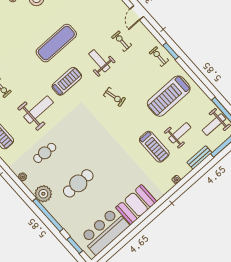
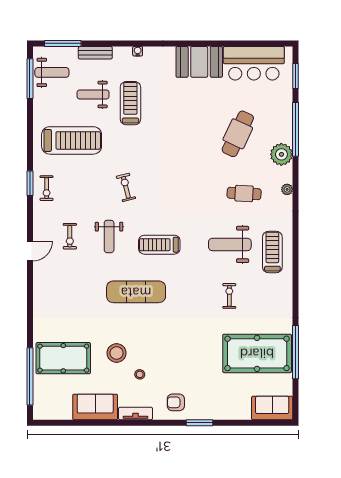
weight bench: (39, 110) -> (230, 244), moved
cafe table: (78, 183) -> (238, 134), turned -65

